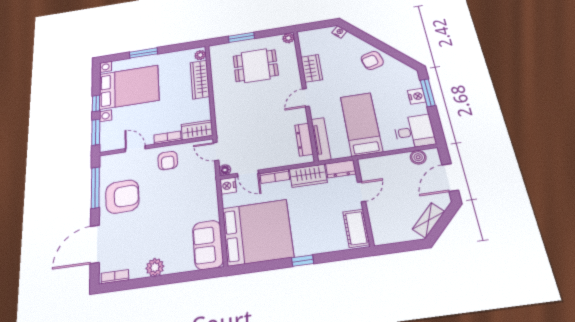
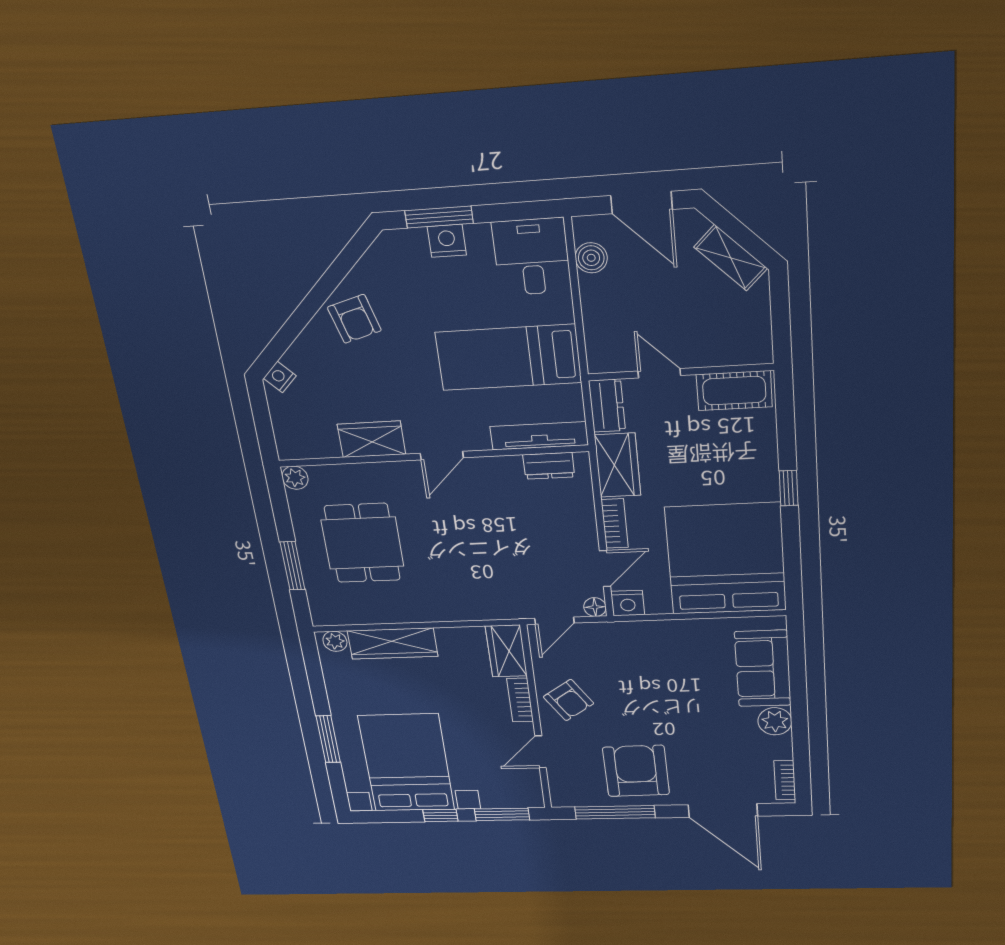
door: (306, 98) -> (442, 456), hinge flipped
dresser: (304, 140) -> (549, 466), width x0.70
armchair: (168, 161) -> (569, 700), turned 56
sofa: (208, 245) -> (763, 669), moved, turned 90

